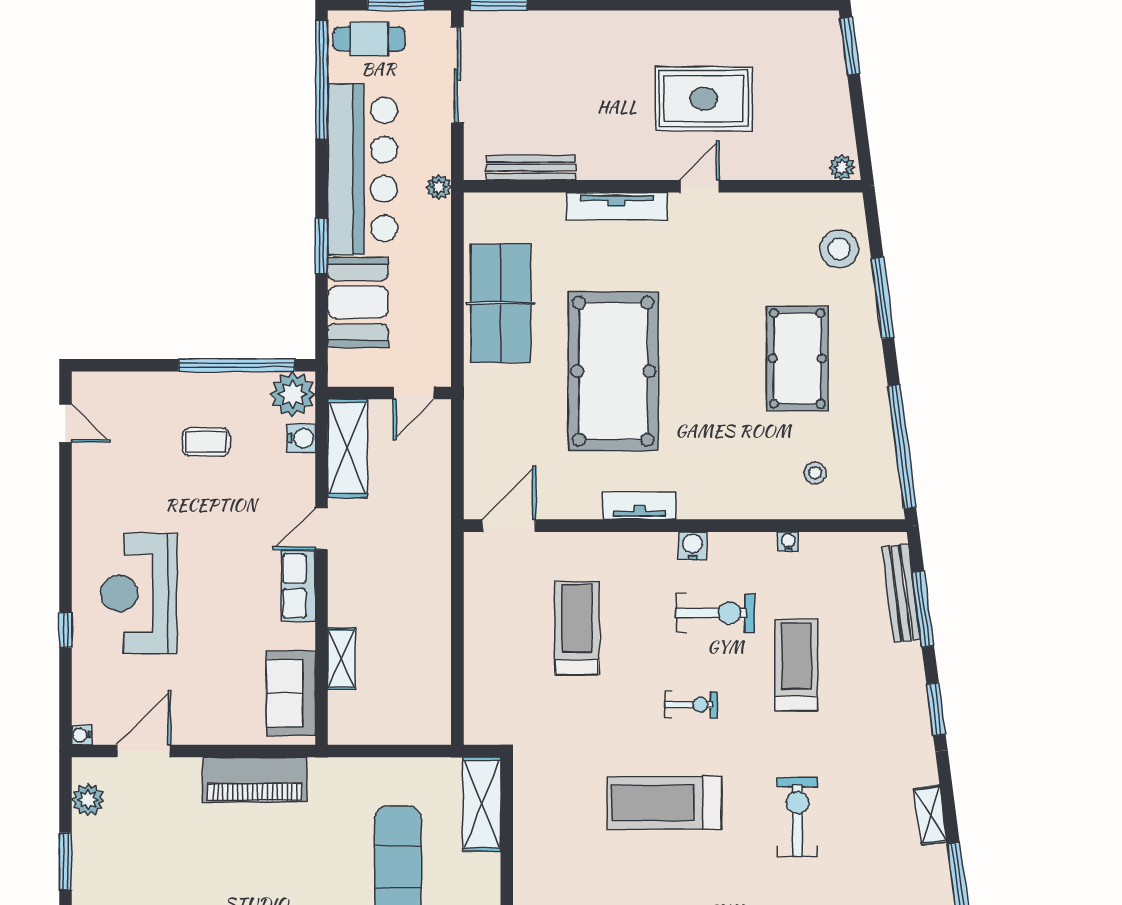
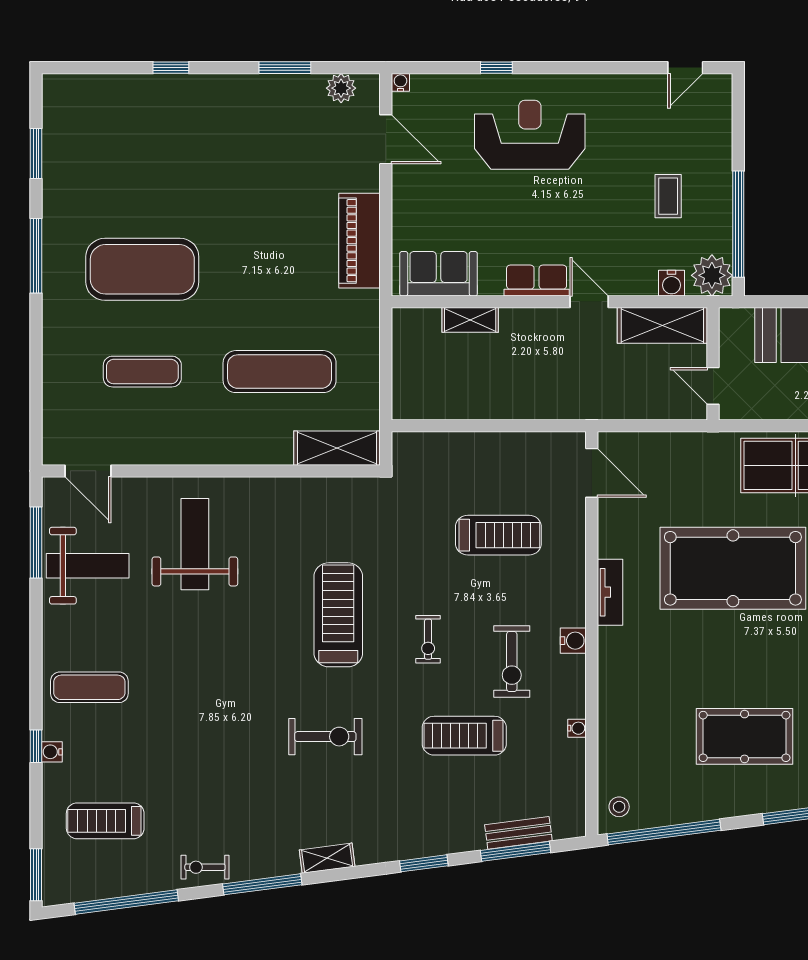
stool: (815, 473) -> (619, 807), moved
bench: (901, 593) -> (518, 833), width x0.73
treadmill: (796, 665) -> (464, 736), turned 180

